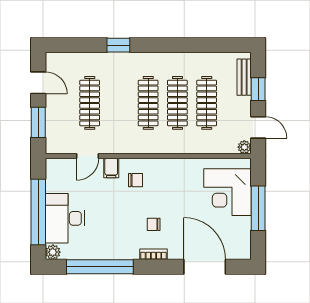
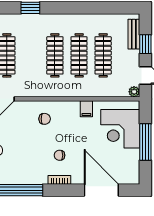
filing cabinet: (111, 168) -> (86, 109), moved

